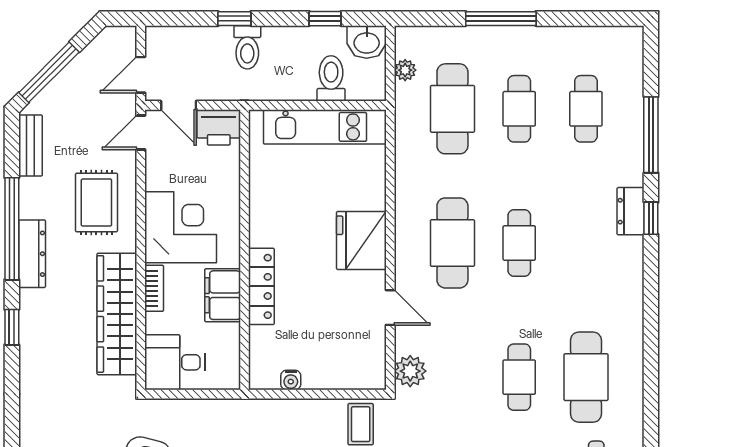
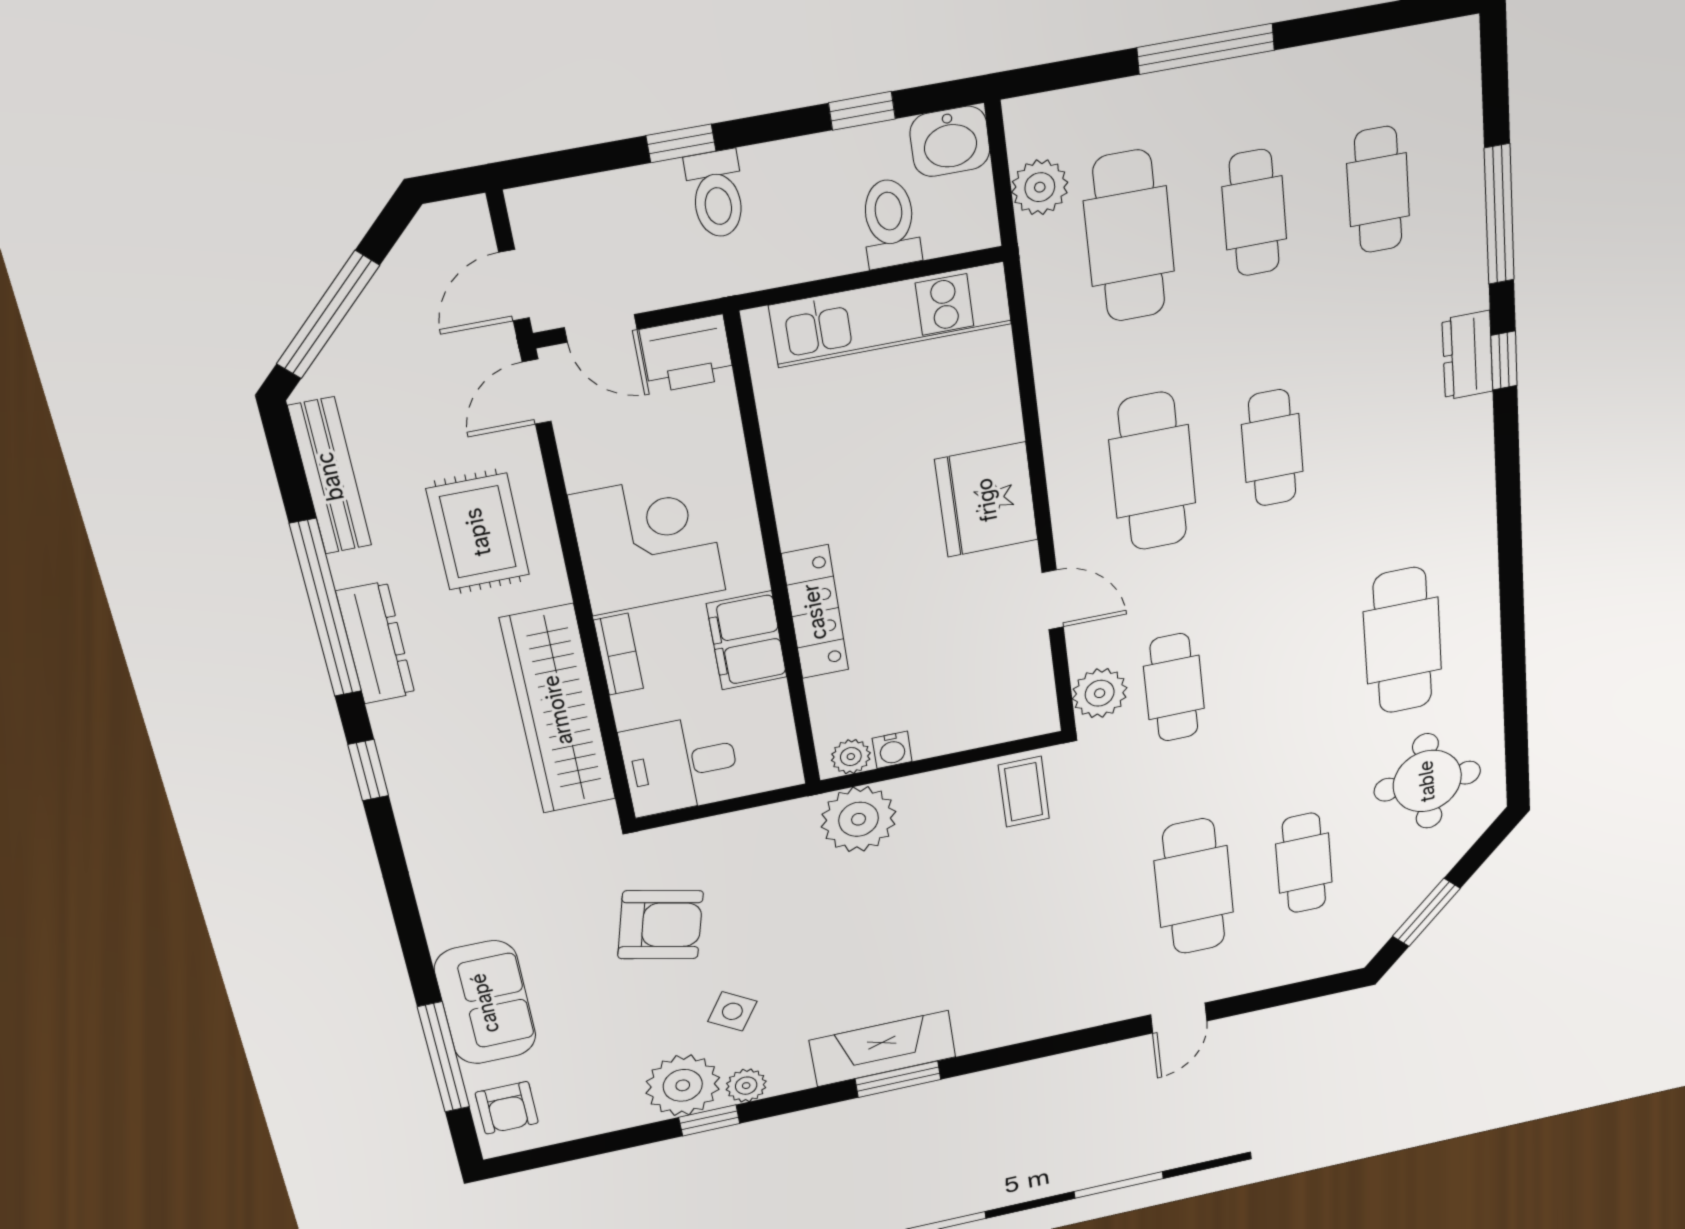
plant: (405, 70) -> (1040, 187), width x1.38, depth x1.38
bench: (31, 145) -> (330, 476), width x1.36
cafe table: (519, 377) -> (1174, 687), moved
plant: (268, 379) -> (851, 757), added
plant: (266, 420) -> (859, 819), added

